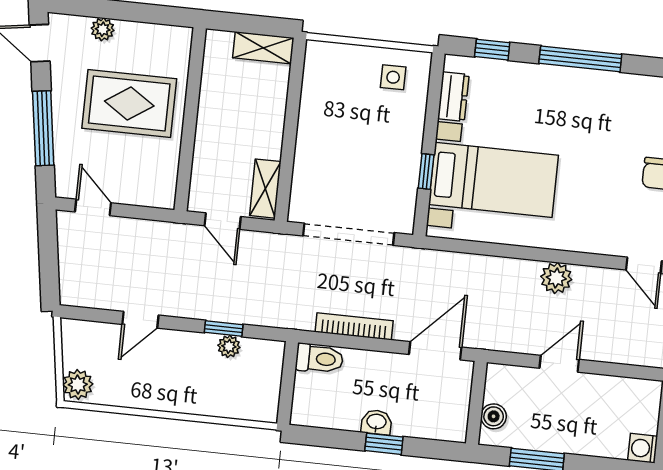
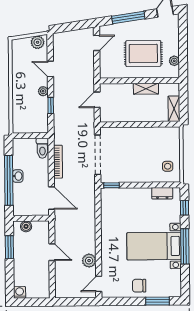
plant: (103, 29) -> (174, 61), moved
rug: (129, 103) -> (143, 54), turned 90
window: (426, 172) -> (111, 185), moved
bed with nightstands: (494, 180) -> (154, 246), moved, turned 90
shelving: (265, 189) -> (146, 89), moved
plant: (556, 278) -> (89, 261), moved
plant: (229, 346) -> (43, 91), moved
plant: (78, 385) -> (38, 42), moved
window: (384, 444) -> (9, 180), width x3.17

